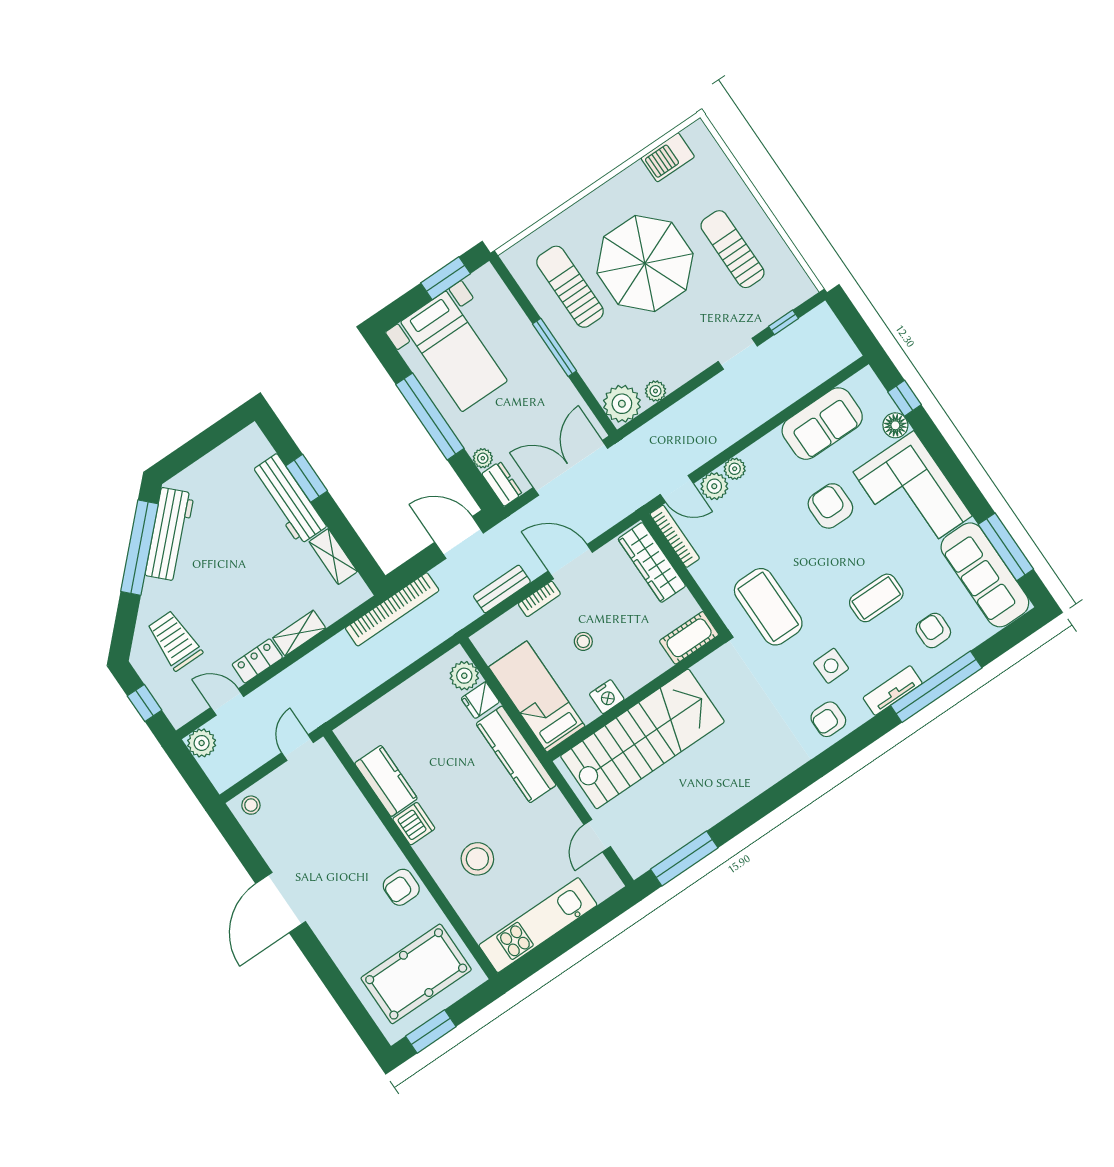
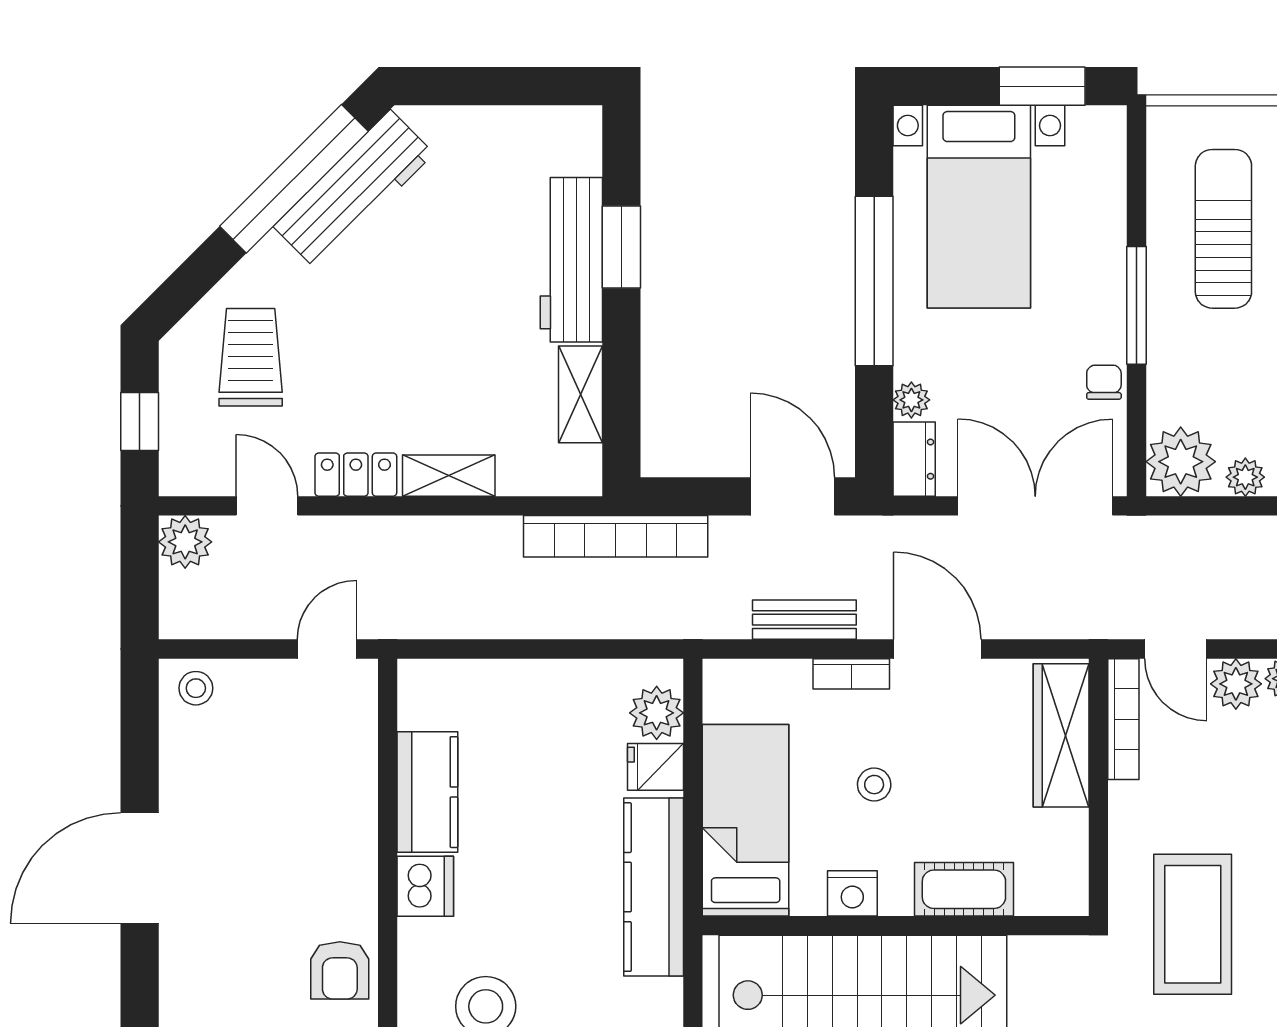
chair: (563, 392) -> (1104, 382), added
cot: (689, 638) -> (964, 889), moved
armchair: (401, 887) -> (340, 970), turned -90

